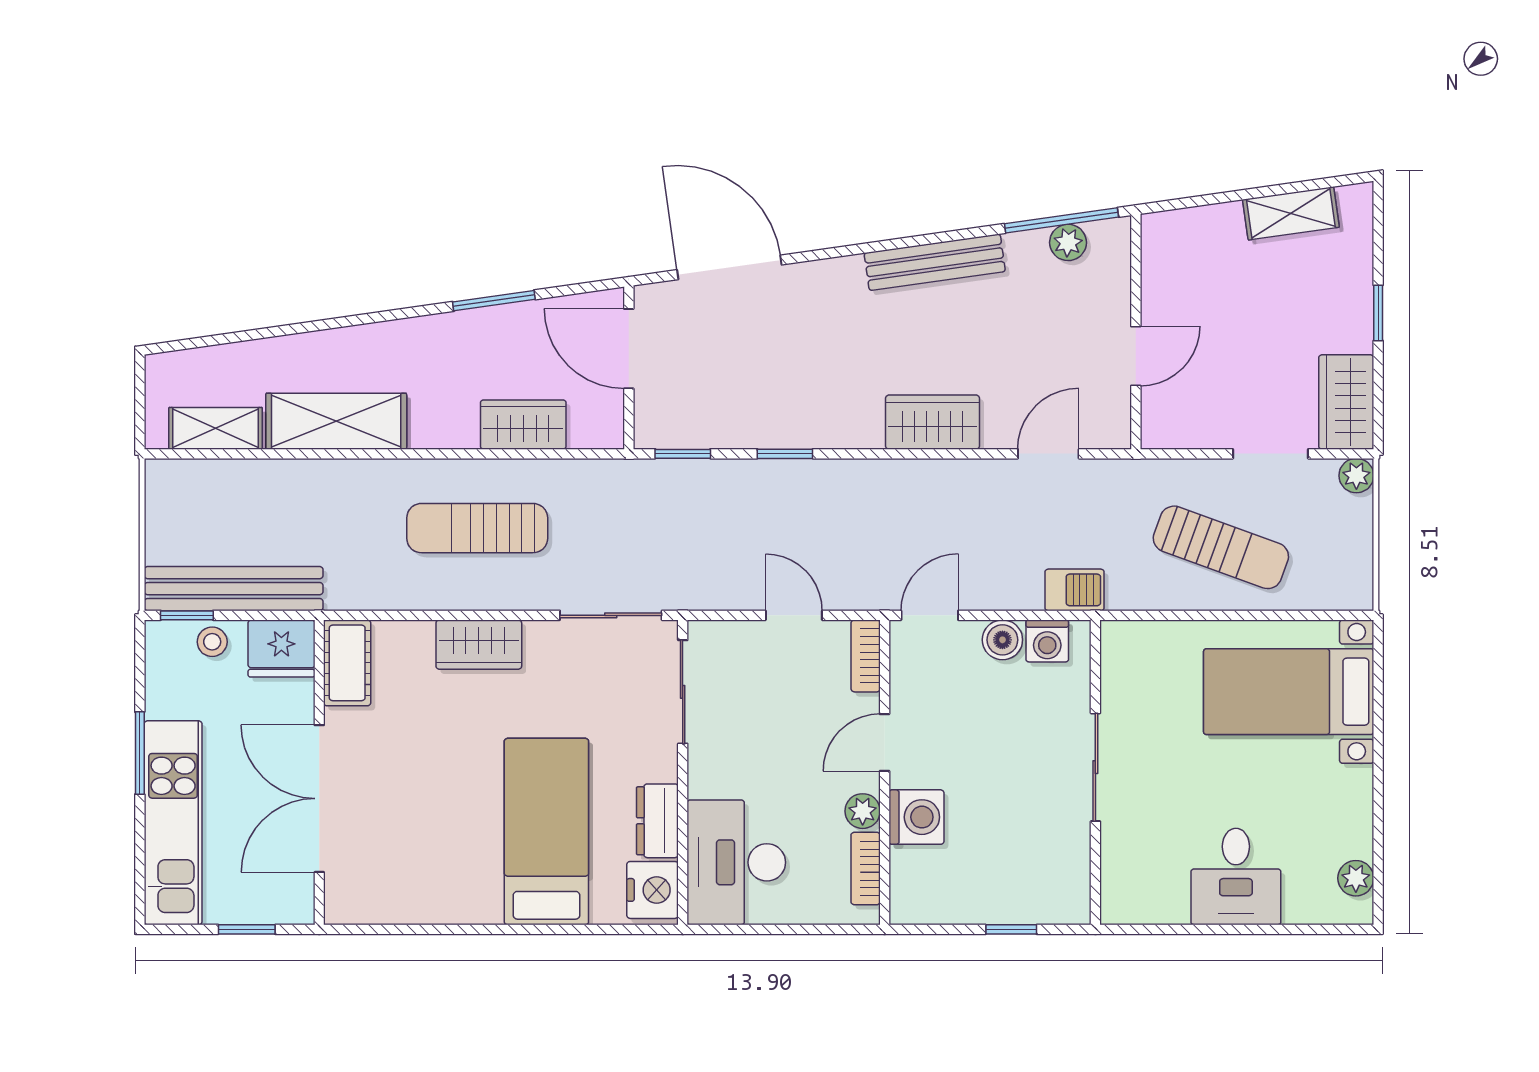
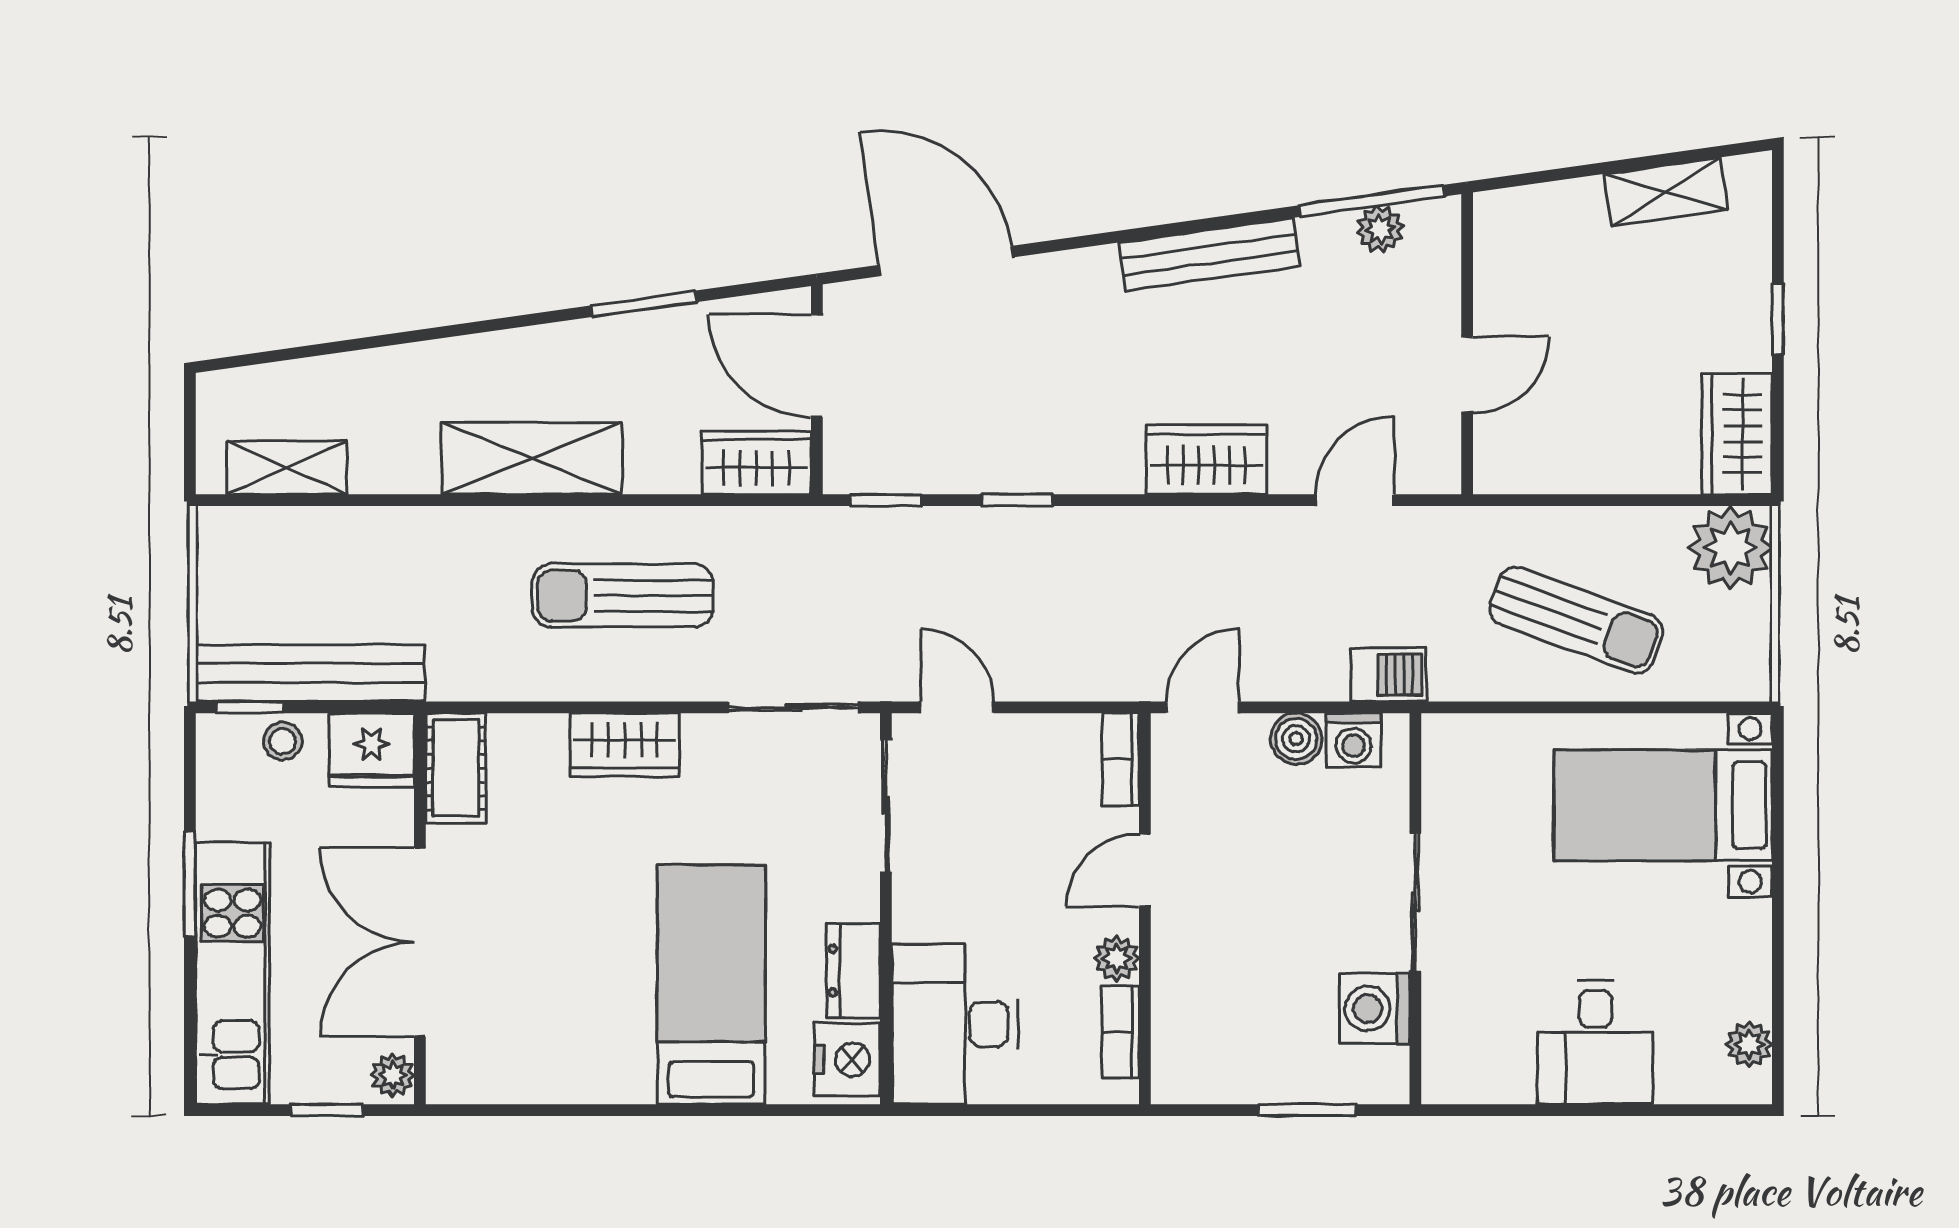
shelving: (336, 421) -> (532, 458), moved
wardrobe: (523, 425) -> (756, 463), moved
doorway: (1271, 454) -> (1640, 500), removed
plant: (1356, 476) -> (1730, 548), width x1.88, depth x1.88
door: (794, 615) -> (957, 707), moved
washing machine: (916, 817) -> (1374, 1009), moved, turned 180
plant: (298, 902) -> (393, 1075), added
window: (1011, 929) -> (1307, 1110), width x1.50

